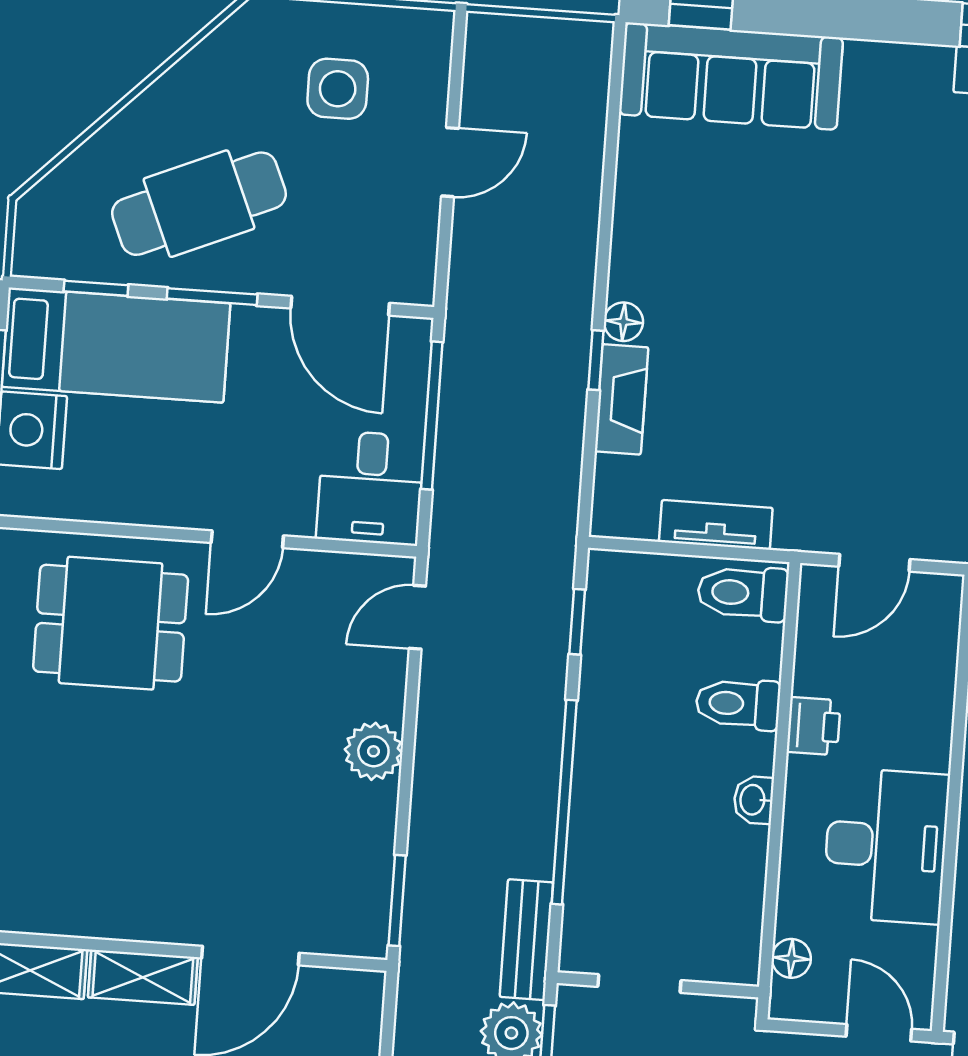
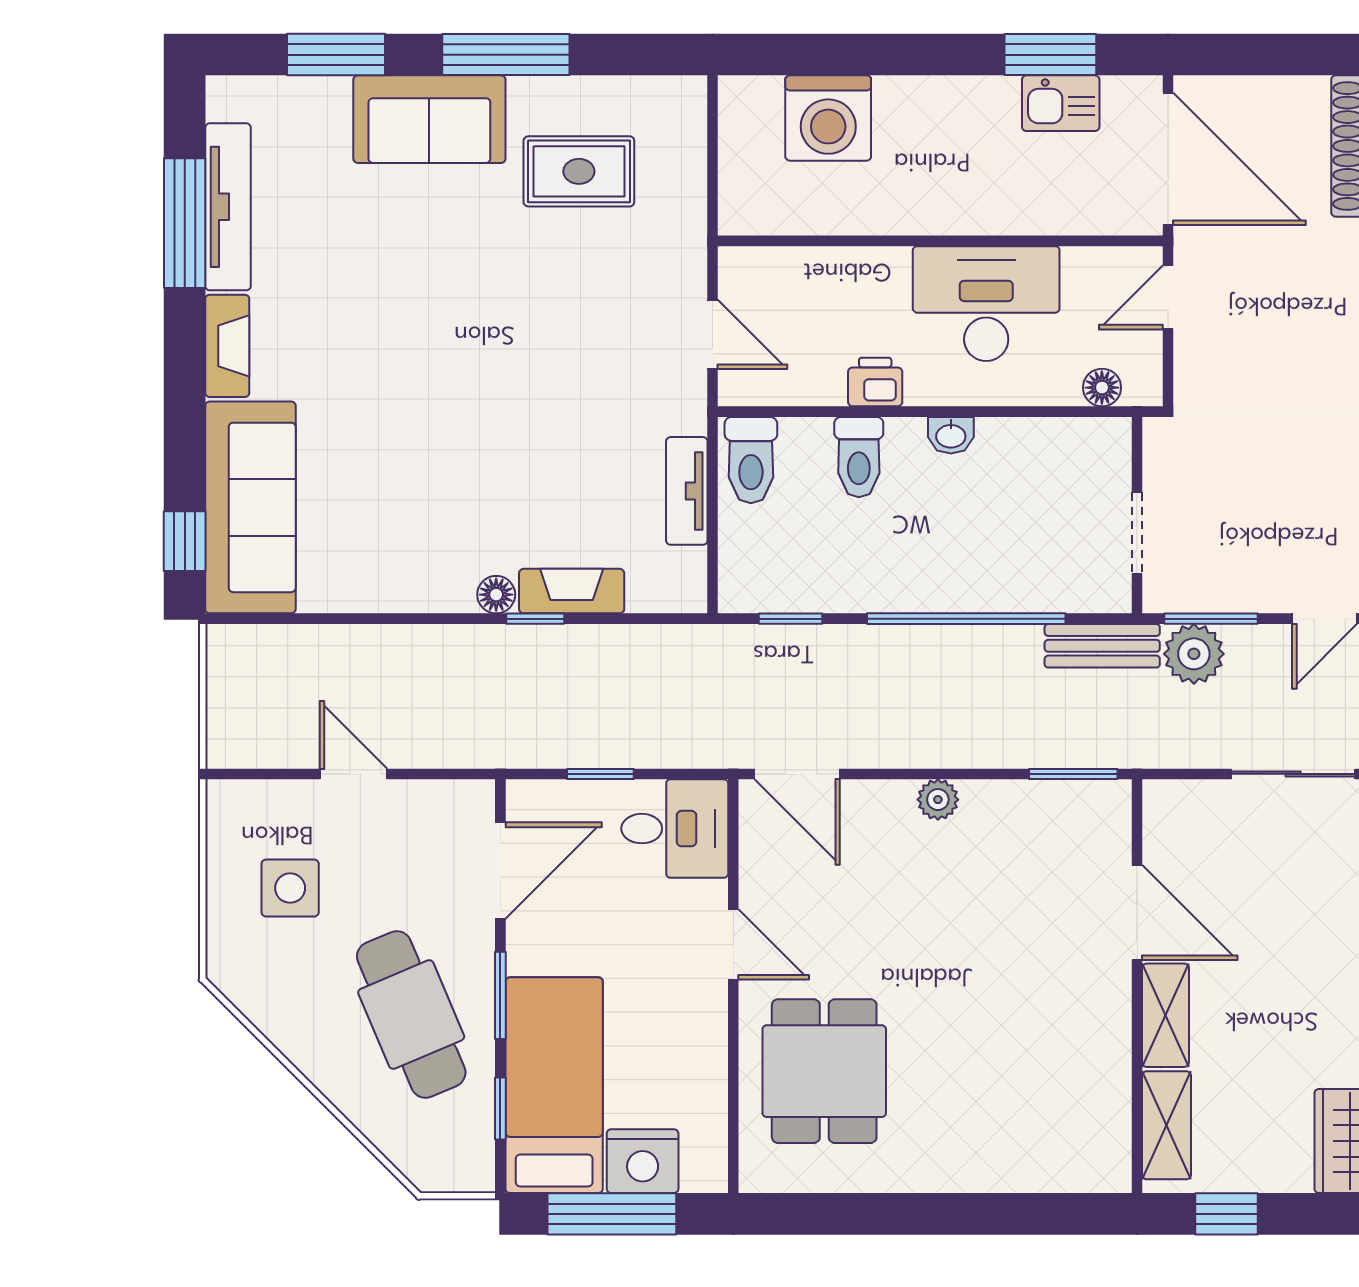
fireplace: (898, 64) -> (227, 346), added
window: (432, 415) -> (600, 774), width x0.46
door: (417, 617) -> (797, 774), width x1.38
plant: (373, 751) -> (938, 800), width x0.73, depth x0.73

